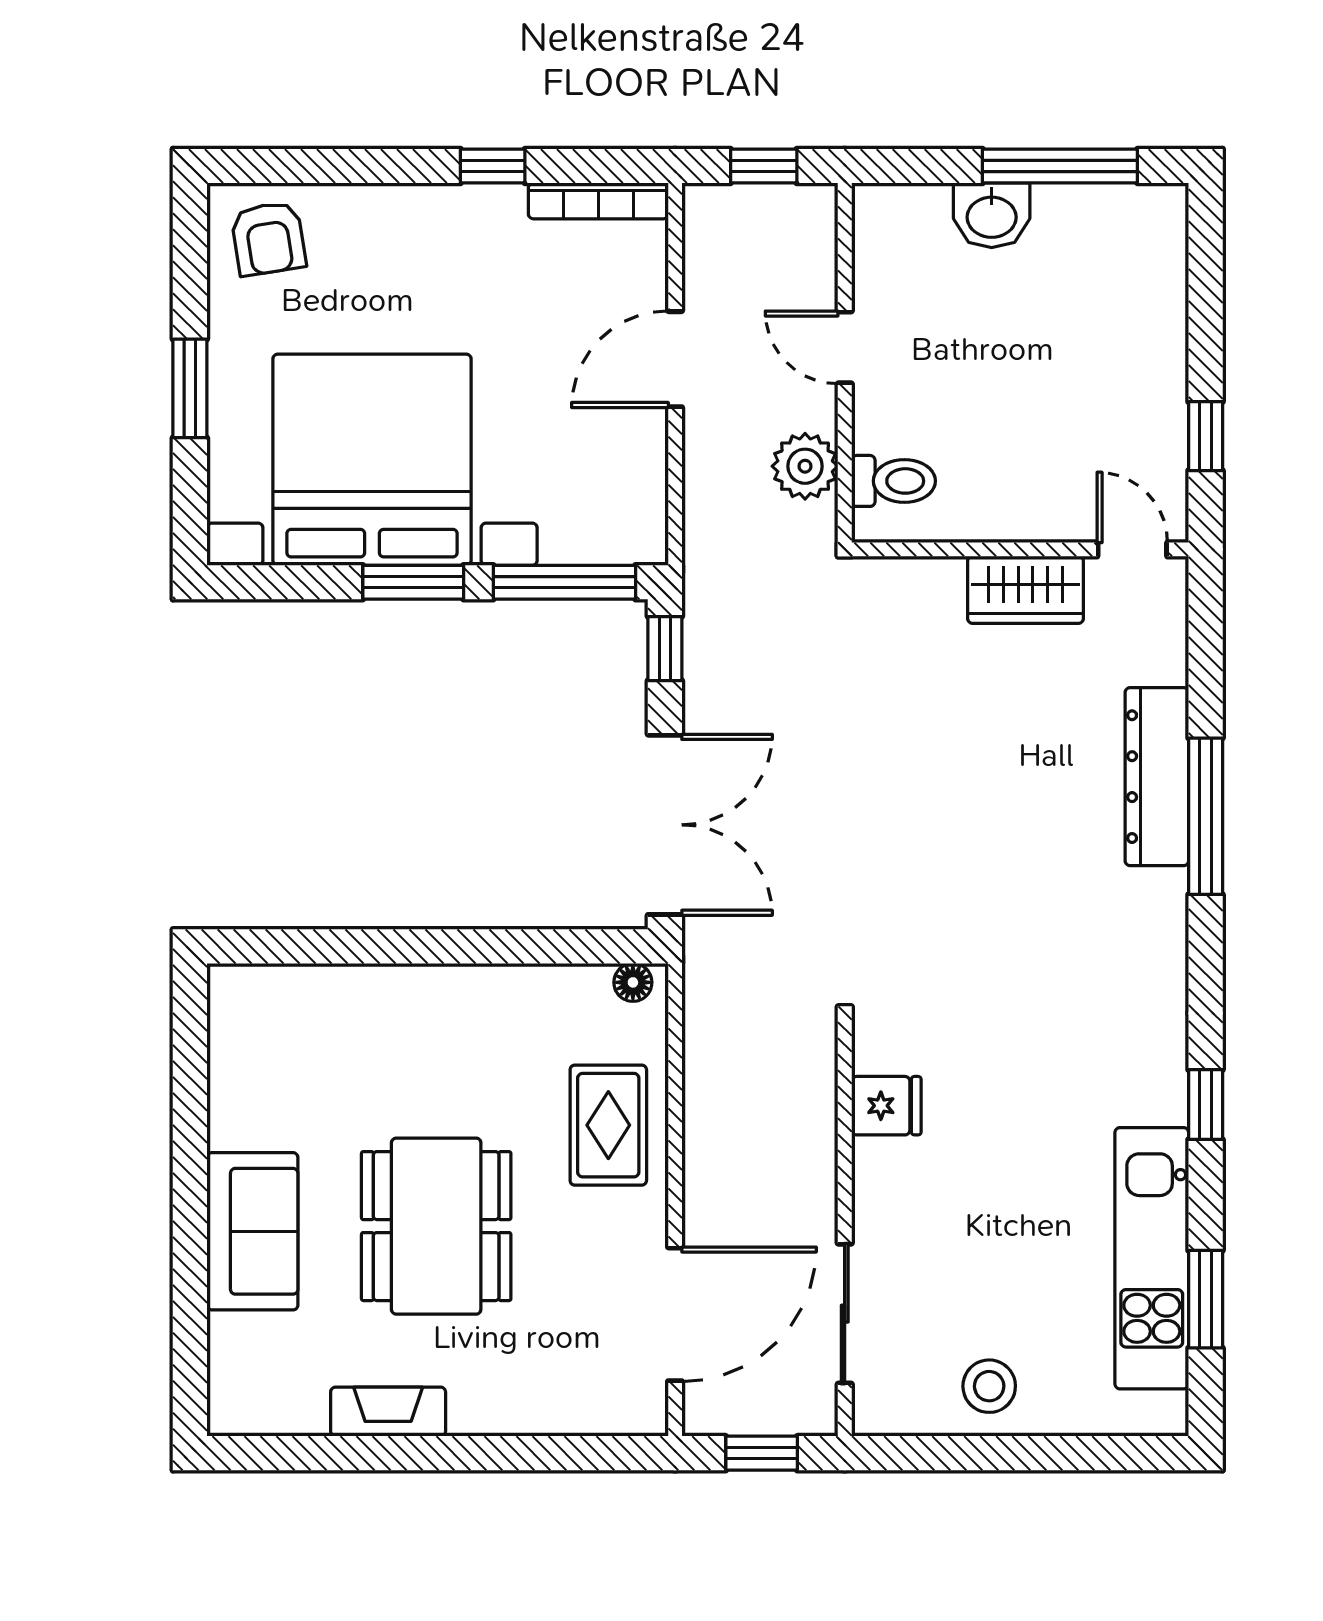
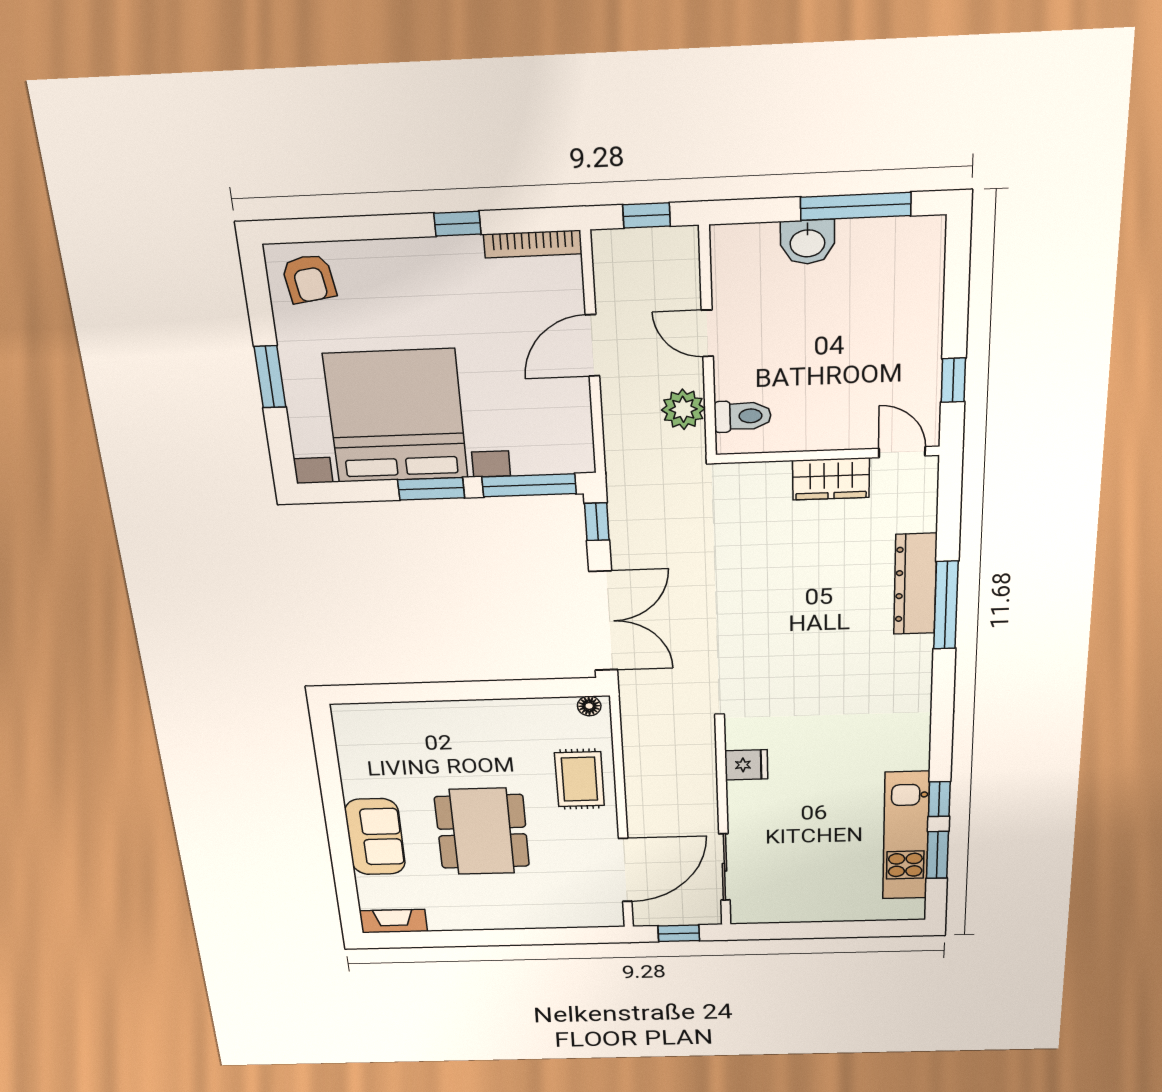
window: (1206, 1105) -> (939, 799), moved
stool: (989, 1386) -> (809, 899), removed
fireplace: (388, 1412) -> (393, 921), moved

